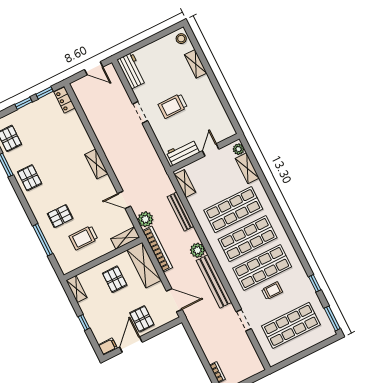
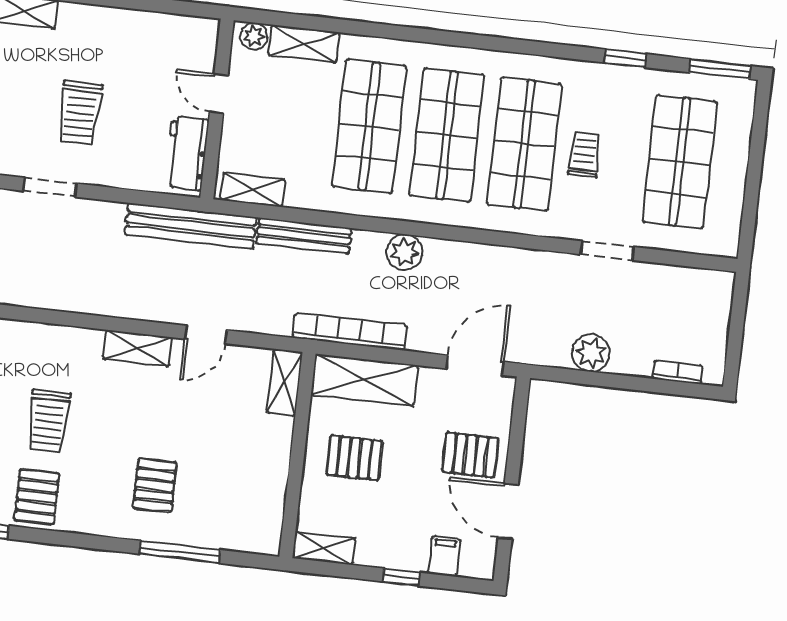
shelving: (96, 164) -> (137, 348), moved
pallet: (30, 178) -> (37, 497), turned 90
plant: (145, 219) -> (591, 353), moved
trolley: (83, 238) -> (48, 421), moved
bench: (214, 281) -> (191, 226), moved
filing cabinet: (108, 347) -> (444, 556), moved

